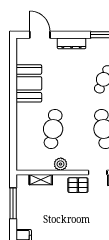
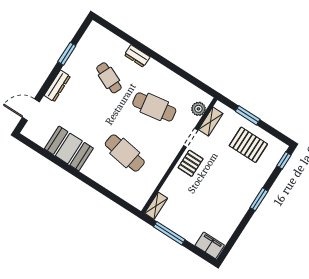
plant: (61, 164) -> (161, 167), removed
shelving: (41, 180) -> (156, 206), moved

